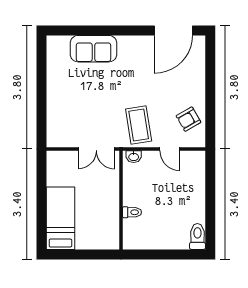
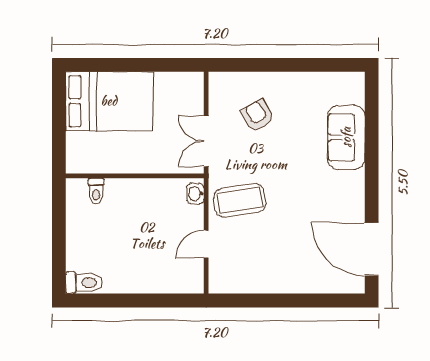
armchair: (189, 119) -> (258, 116), moved
toilet: (132, 212) -> (96, 191), moved
bed: (60, 218) -> (109, 101), width x1.50

